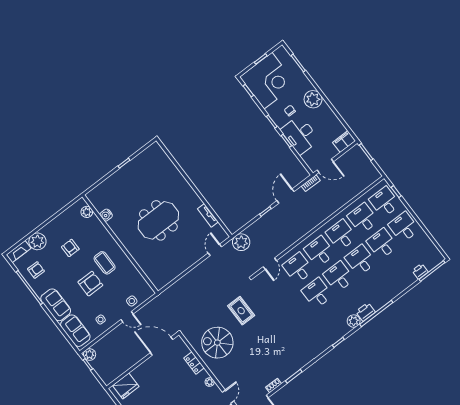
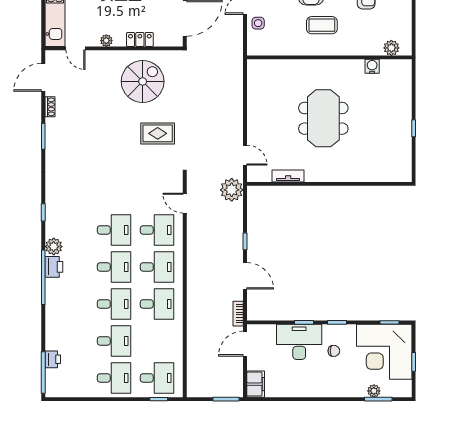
plant: (313, 99) -> (374, 391), moved, width x0.53, depth x0.53
desk: (363, 218) -> (157, 341), removed

